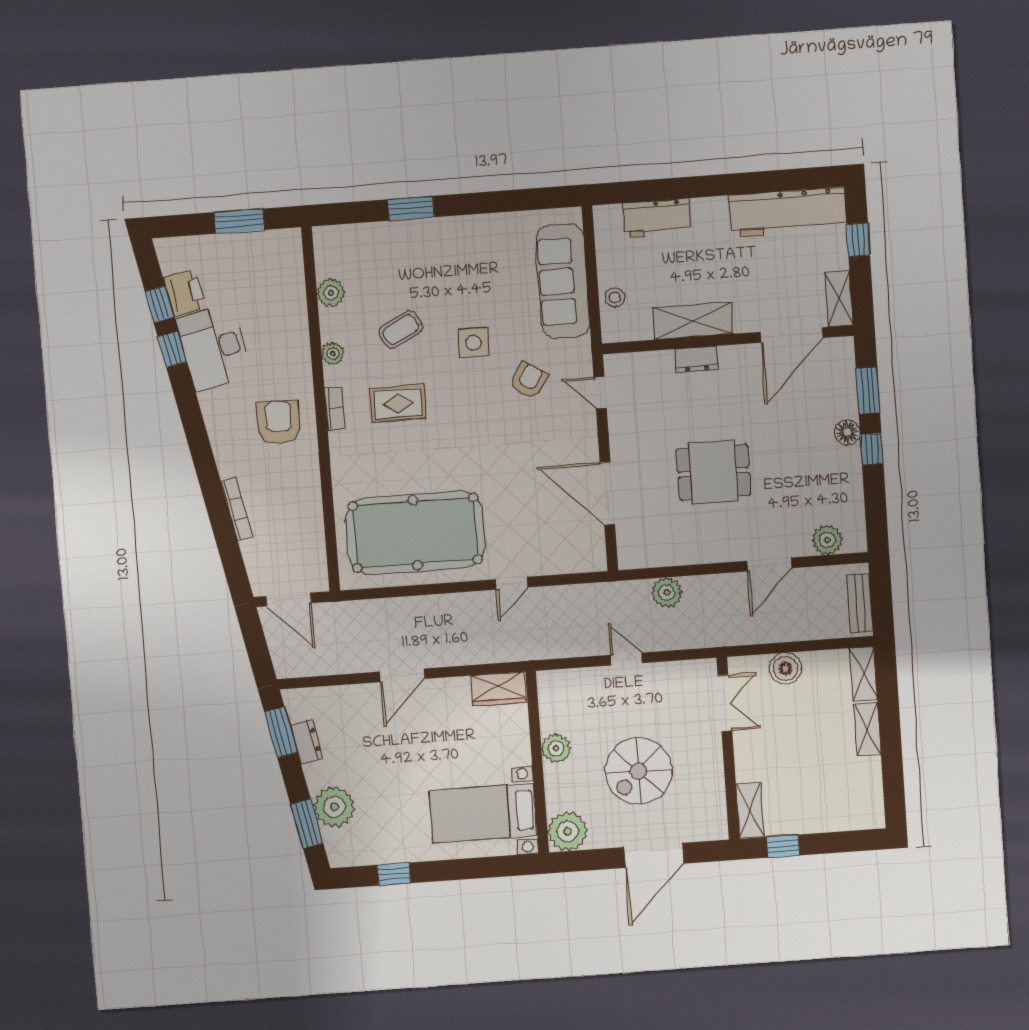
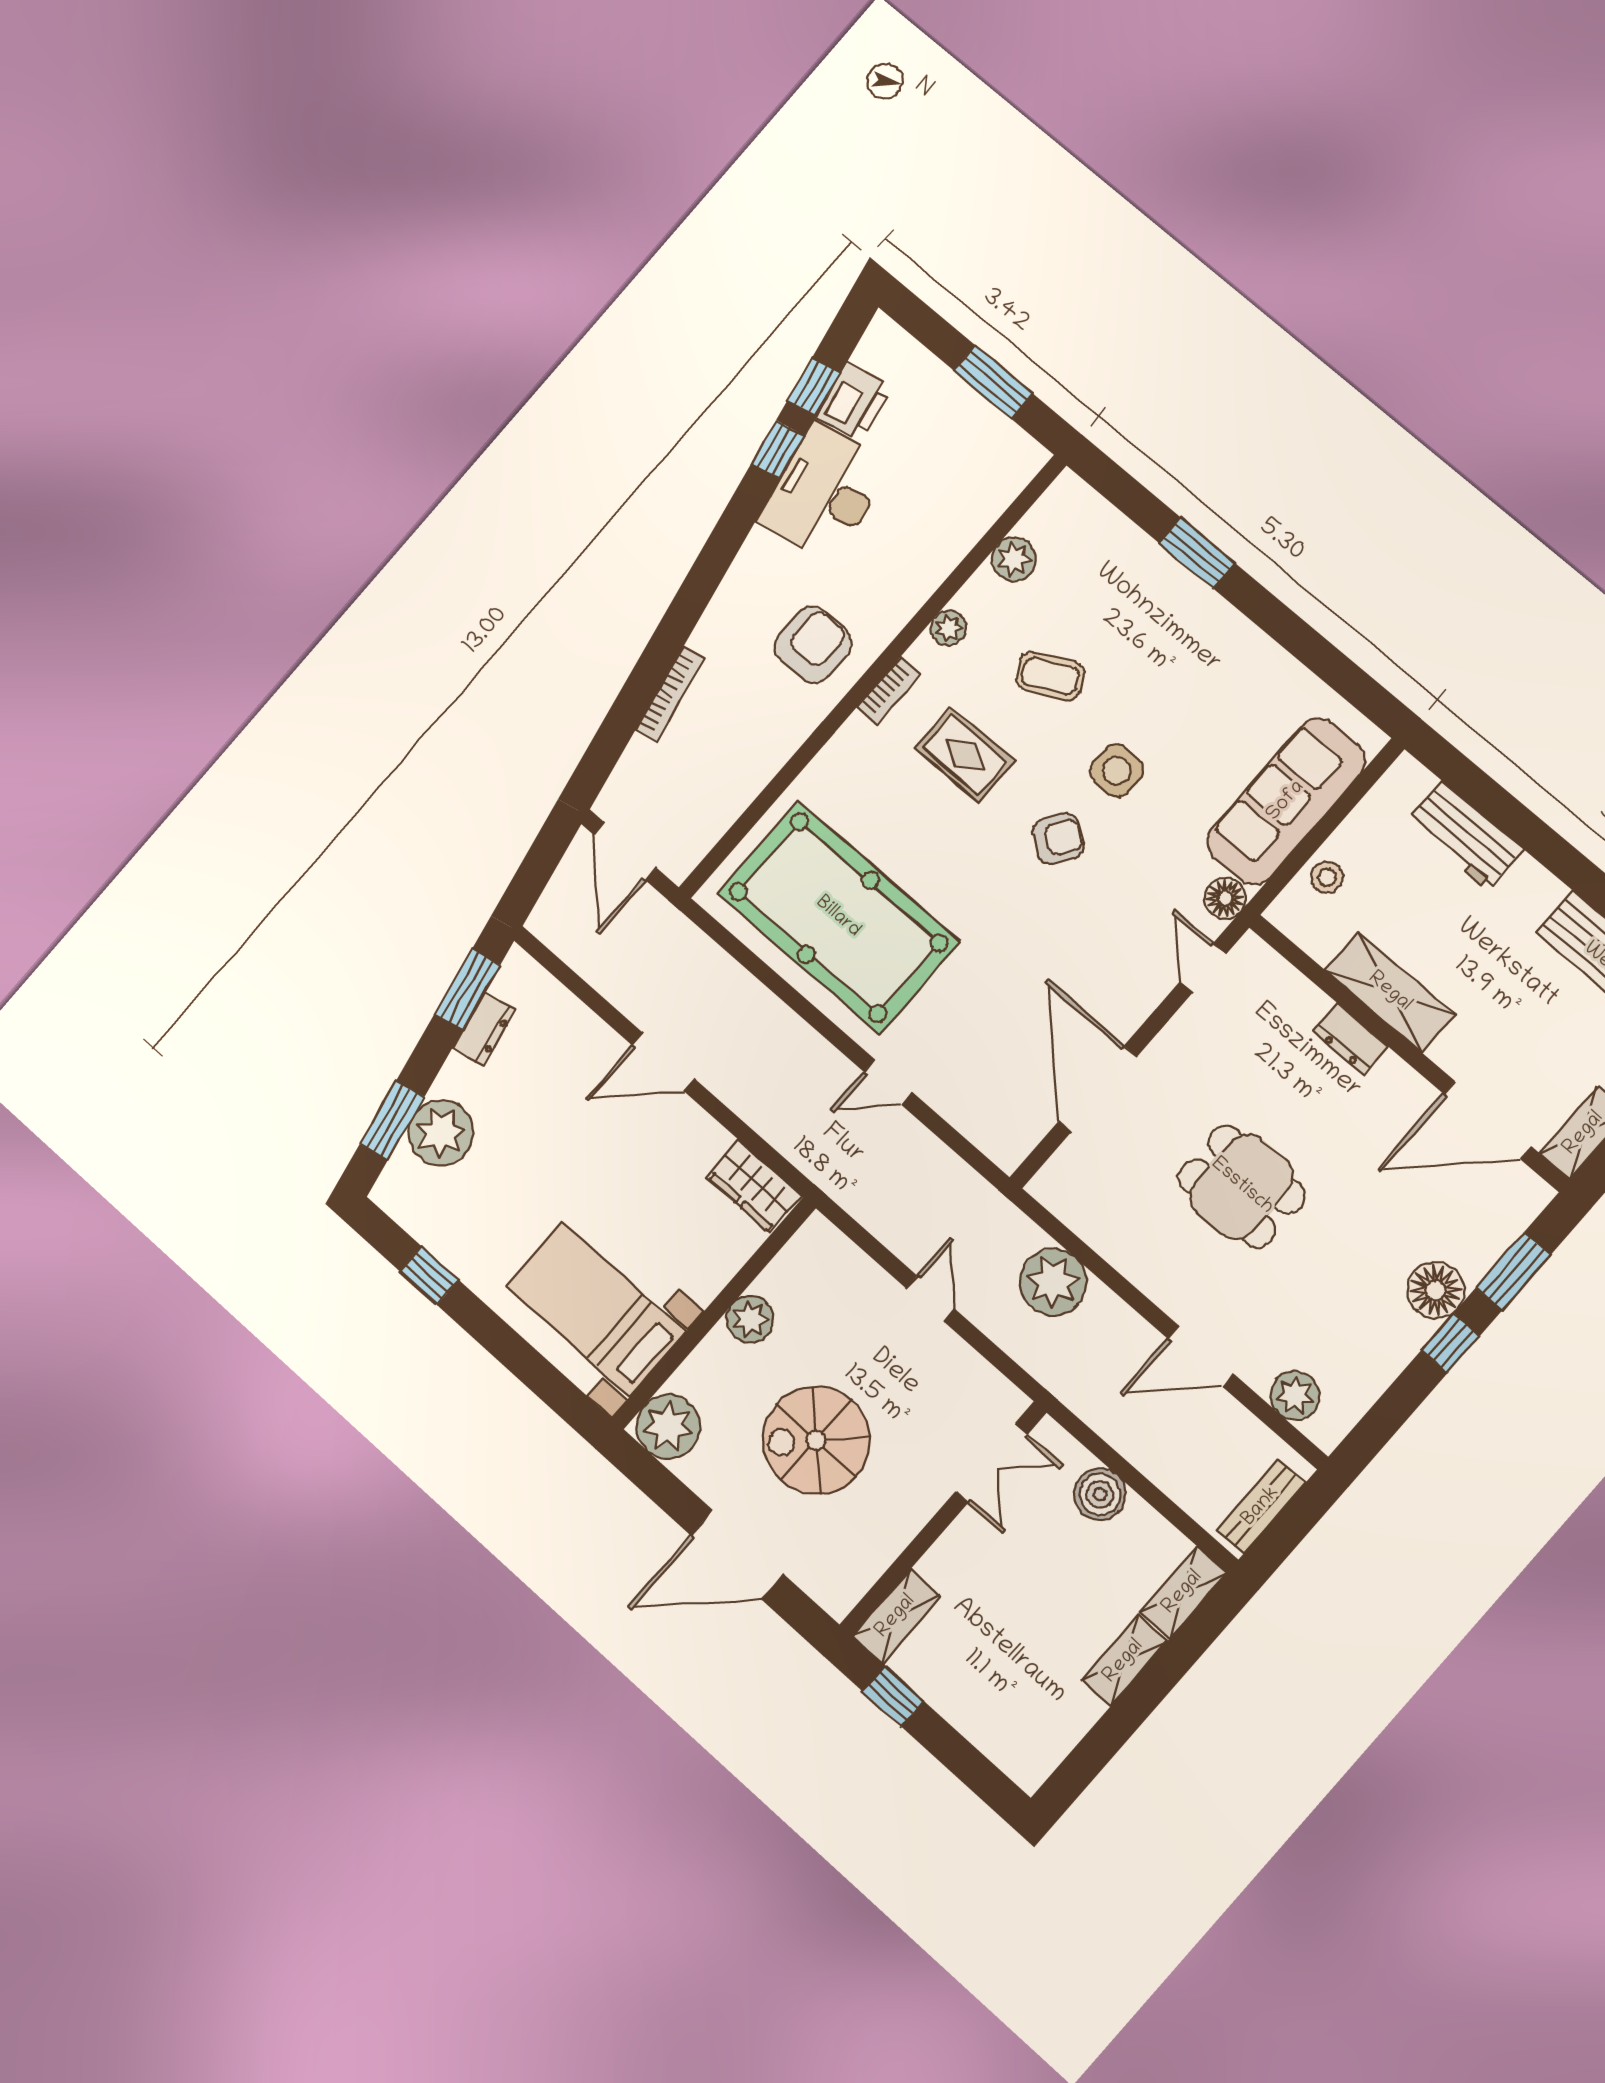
floor lamp: (579, 352) -> (1225, 898), added
armchair: (528, 380) -> (1058, 839), moved
floor lamp: (847, 432) -> (1436, 1290), width x1.38, depth x1.38
plant: (667, 592) -> (1053, 1282), width x1.36, depth x1.36

